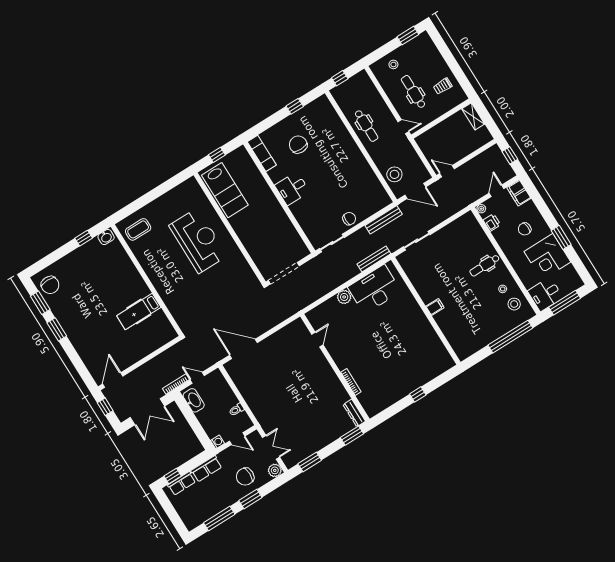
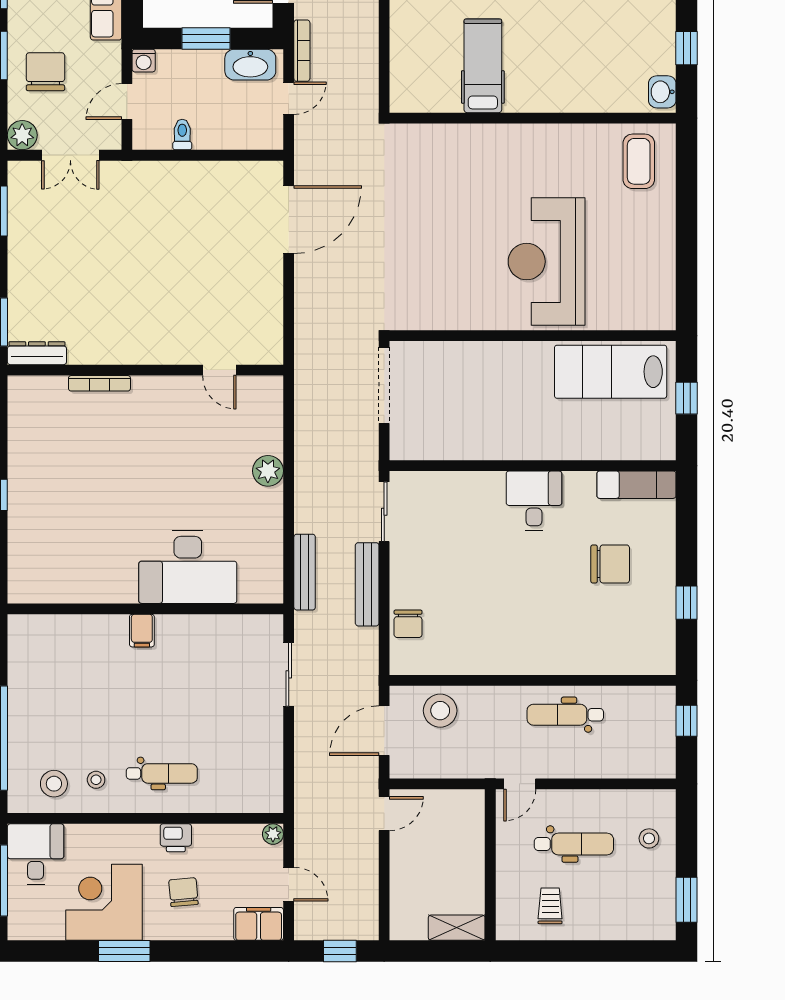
chair: (349, 219) -> (408, 624), moved
bench: (384, 220) -> (367, 584), moved
printer: (492, 222) -> (176, 838), moved
reception desk: (198, 241) -> (547, 262), turned 90
dental chair: (485, 265) -> (162, 773), turned 90
desk: (374, 289) -> (188, 567), moved, turned 90
window: (194, 423) -> (206, 38), added

